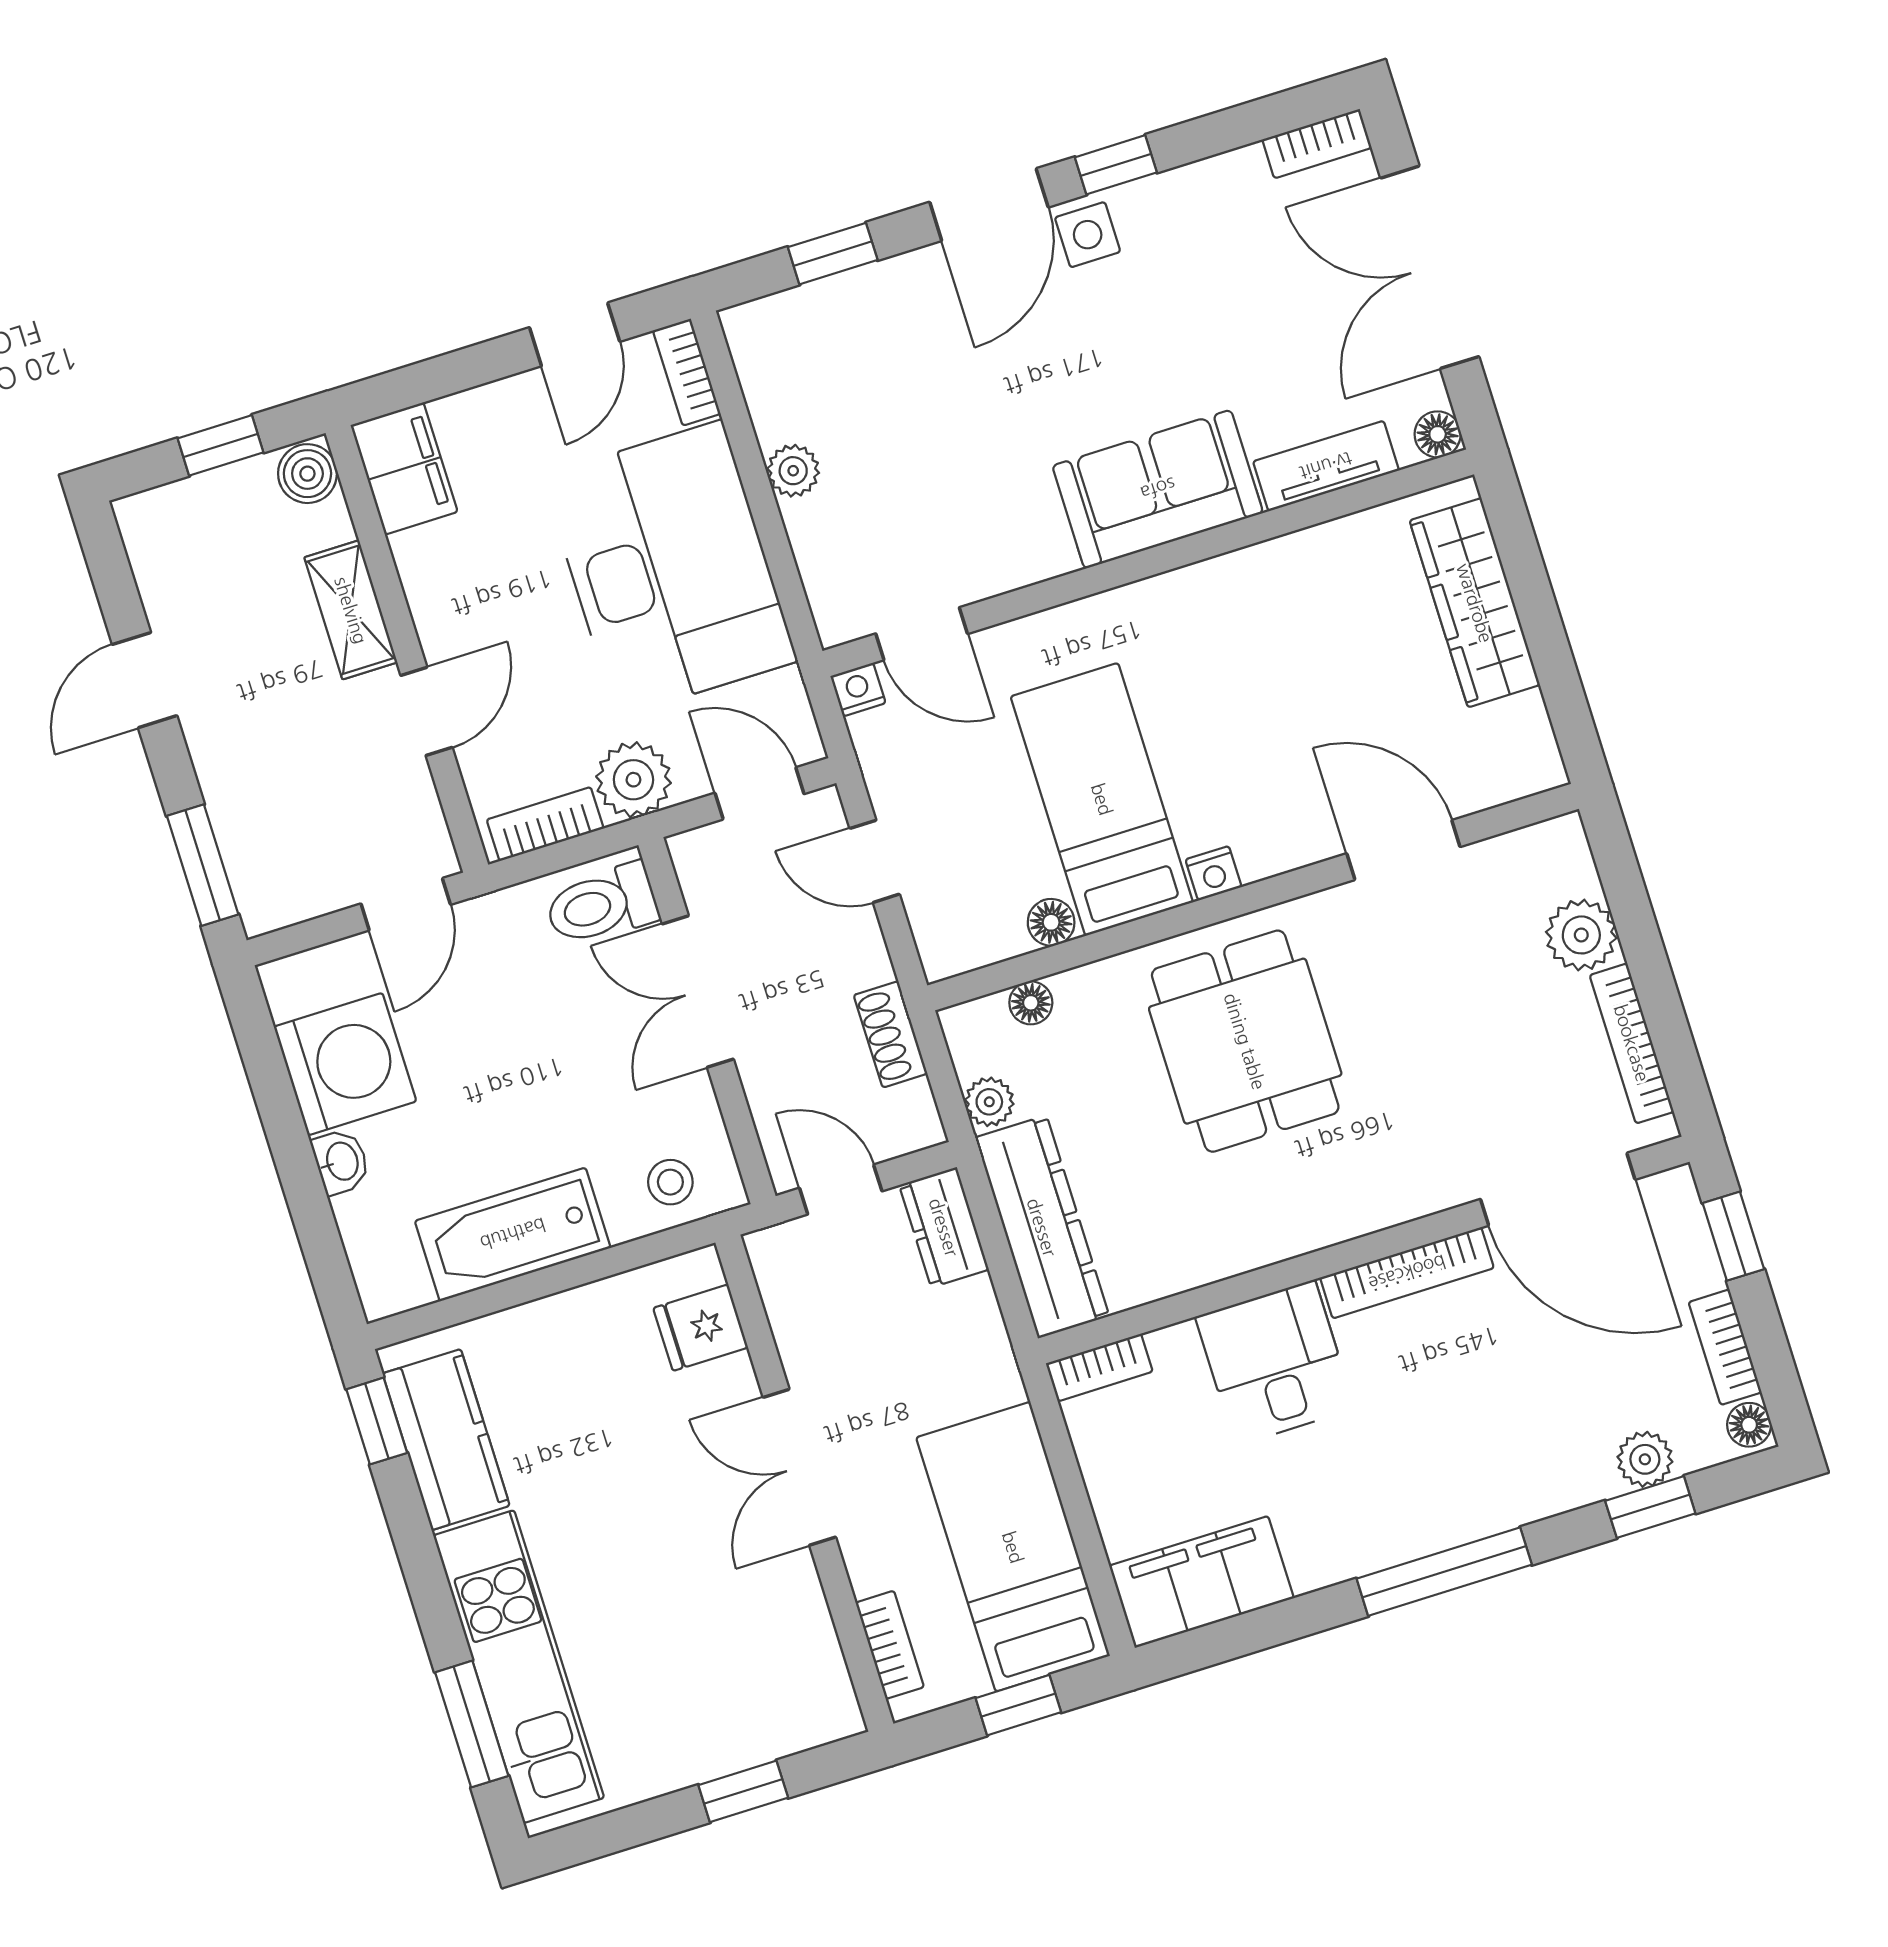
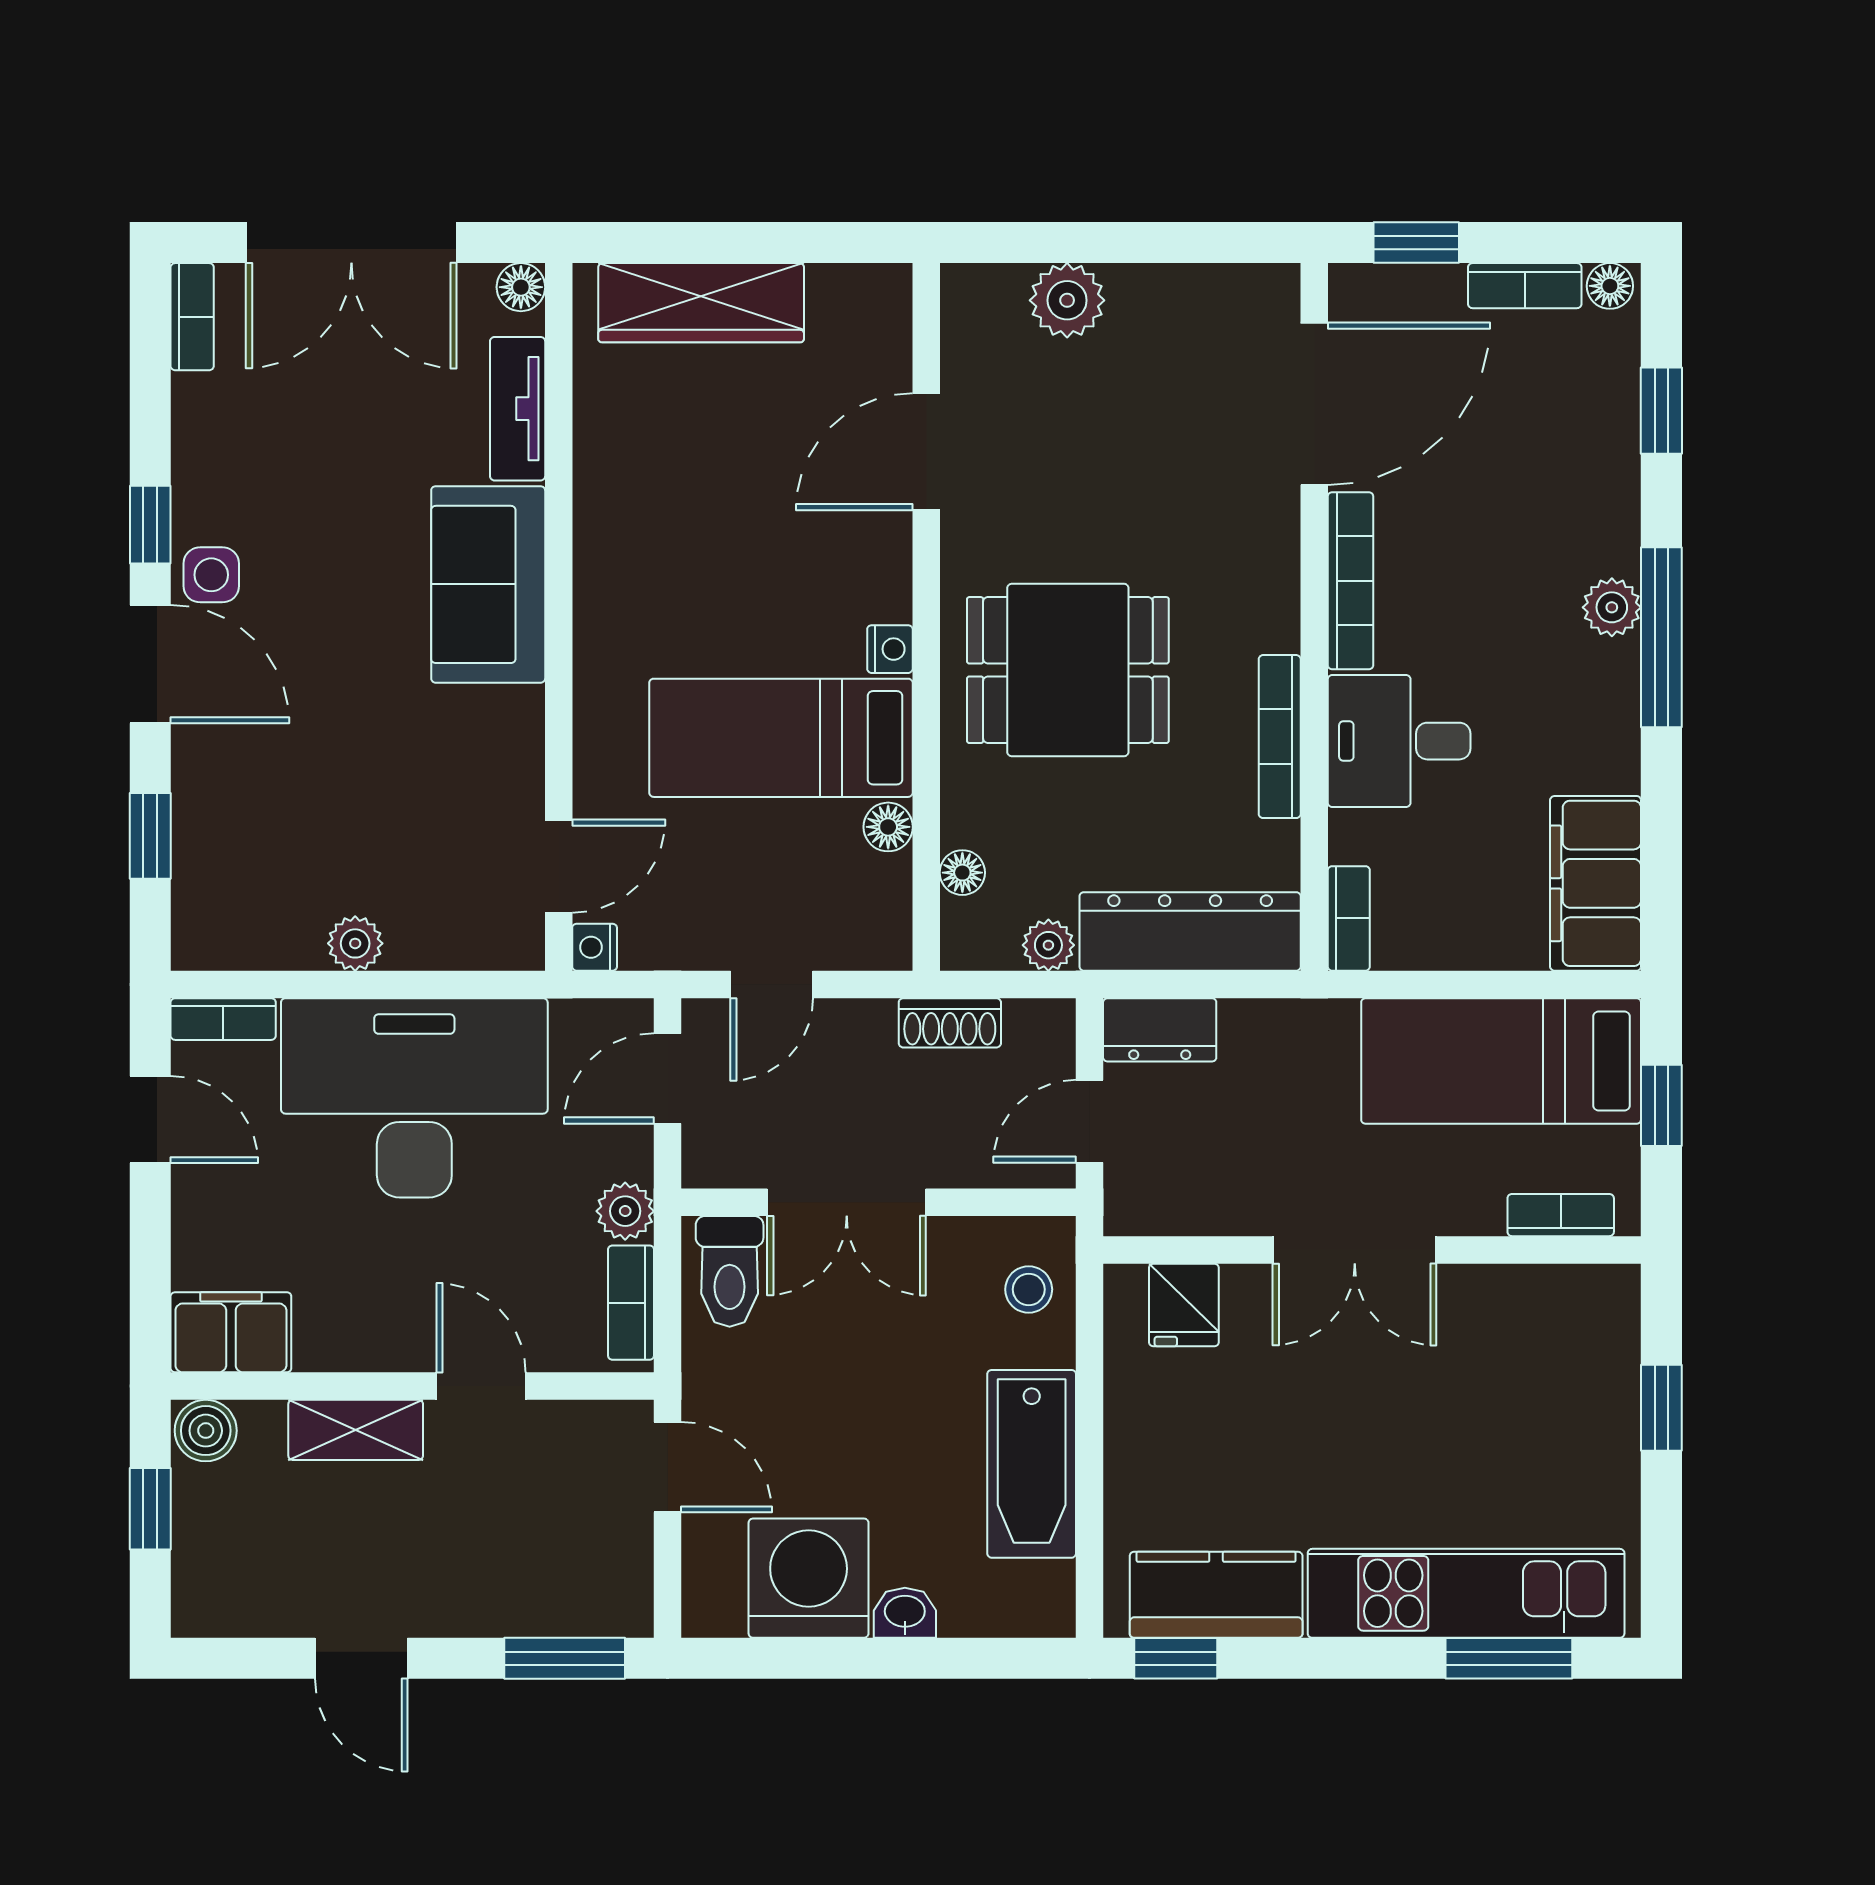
plant: (633, 780) -> (625, 1211), width x0.73, depth x0.73
bookcase: (1632, 1043) -> (1280, 737), moved, turned 90
plant: (1645, 1459) -> (1612, 607), moved

